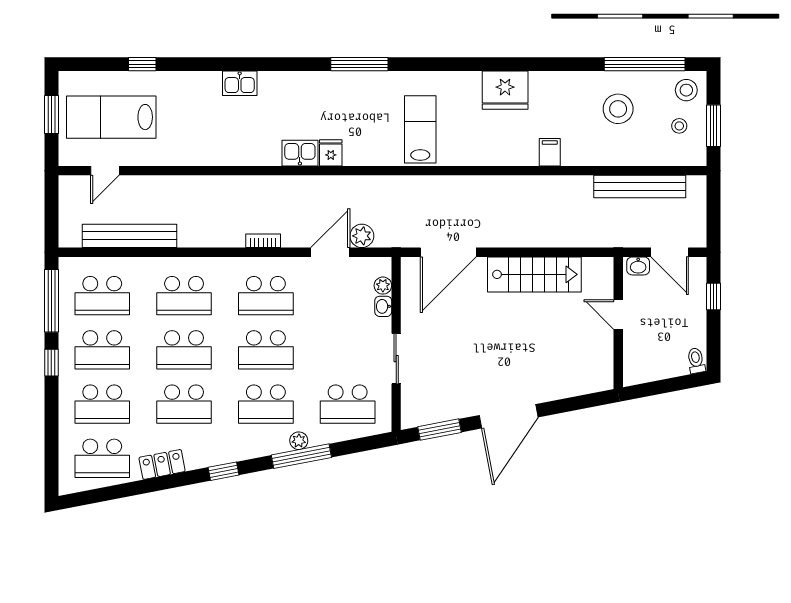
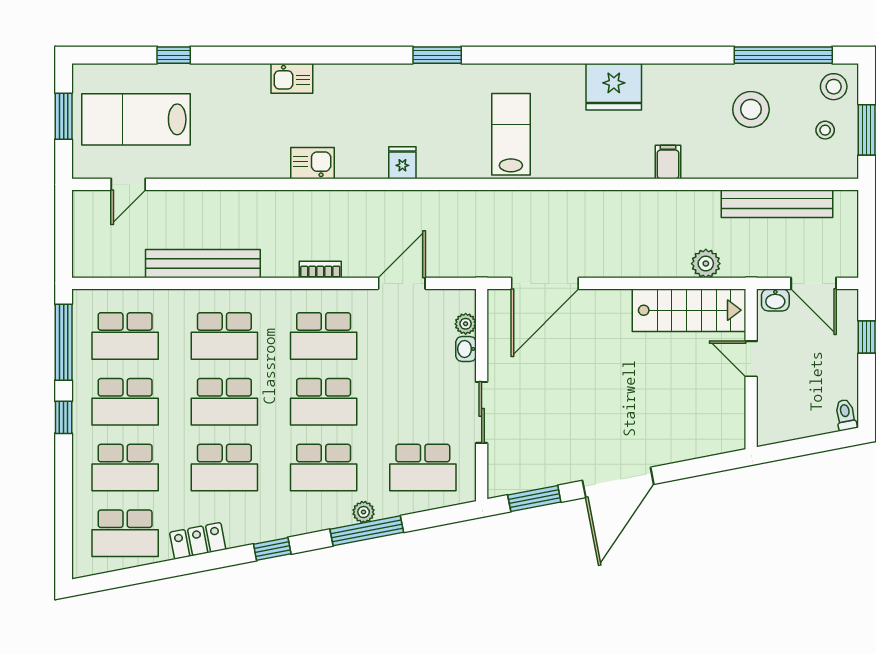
window: (359, 64) -> (437, 55), width x0.69
kitchen sink: (300, 153) -> (312, 163), moved
bench: (129, 236) -> (203, 264), moved
plant: (362, 236) -> (706, 264), moved
stairs: (534, 274) -> (689, 310), moved

